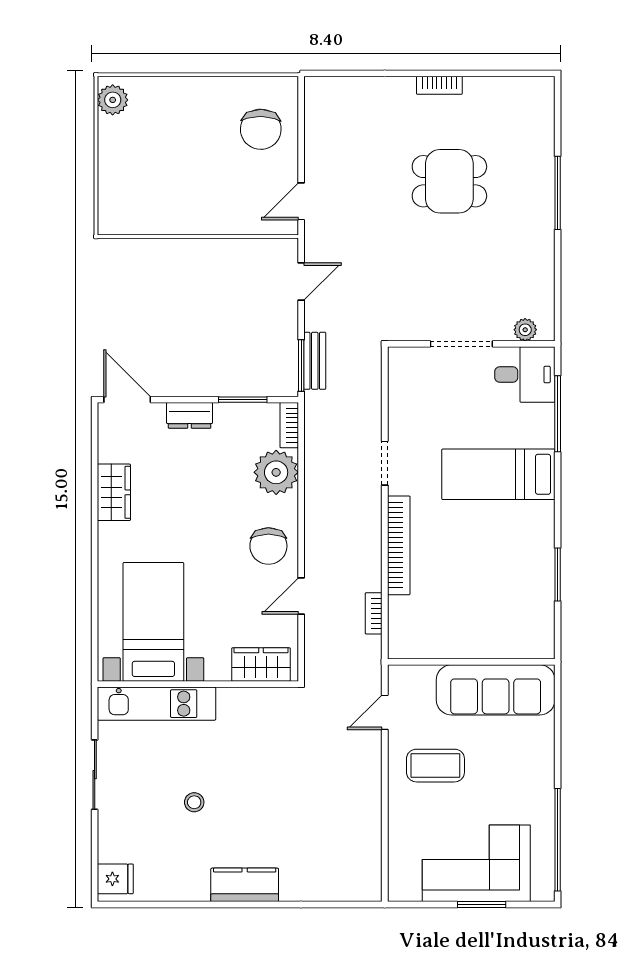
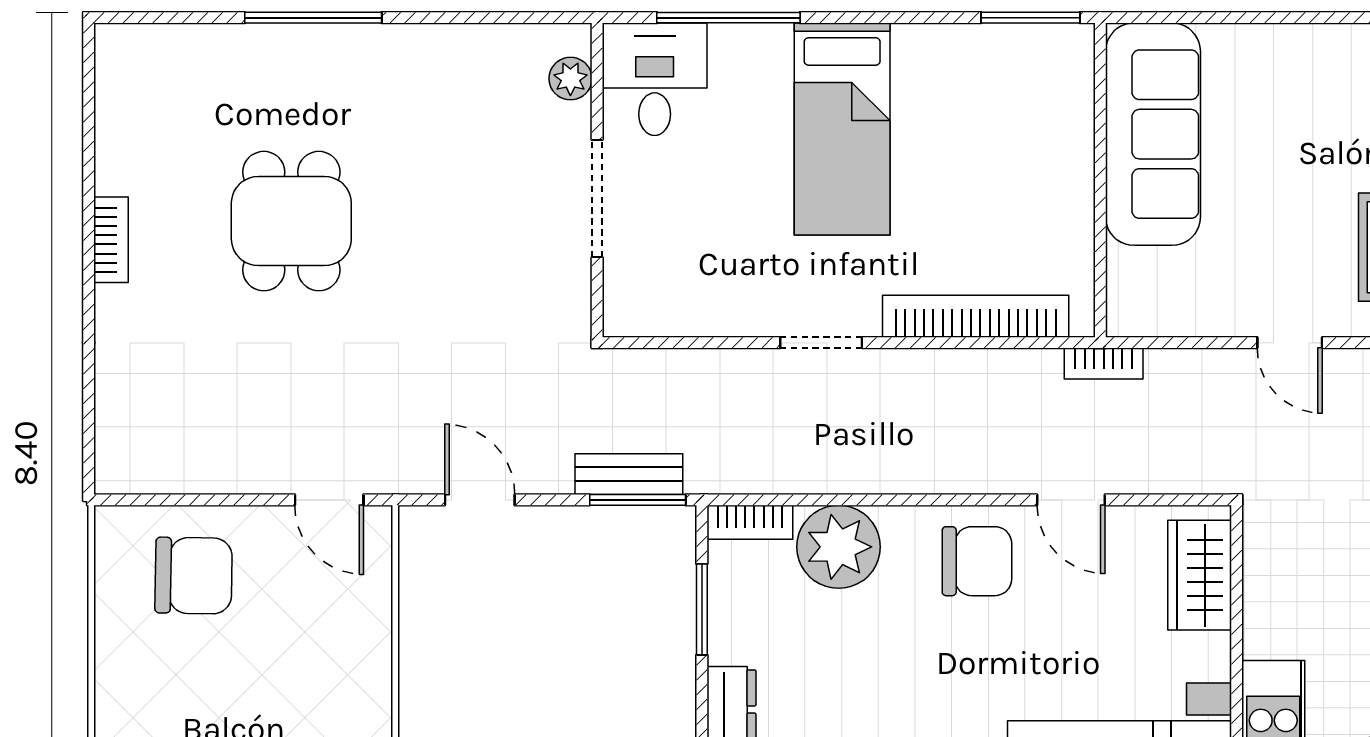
wall: (471, 662) -> (1100, 180), moved
sofa: (496, 690) -> (1153, 134), moved

